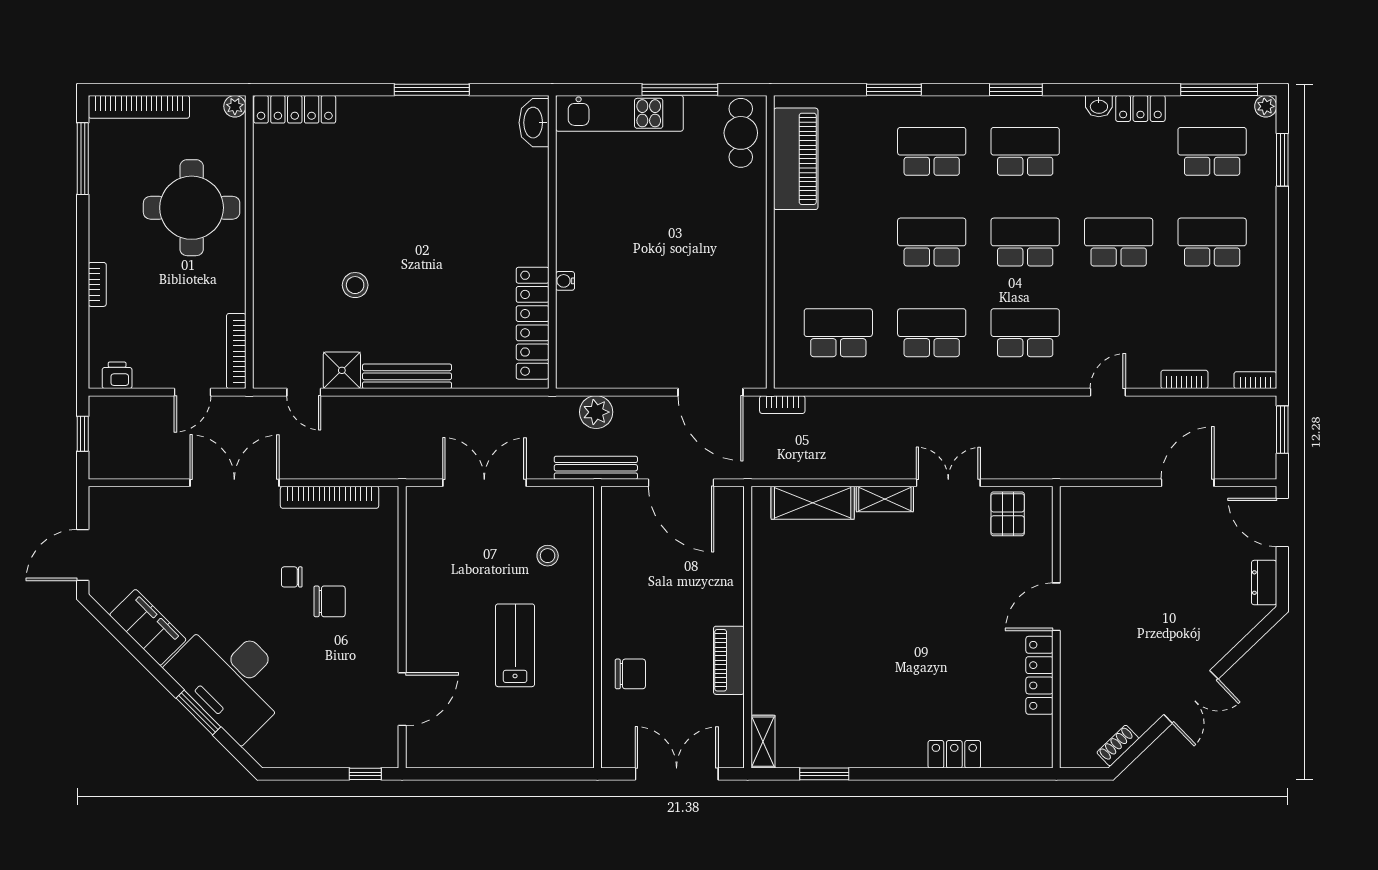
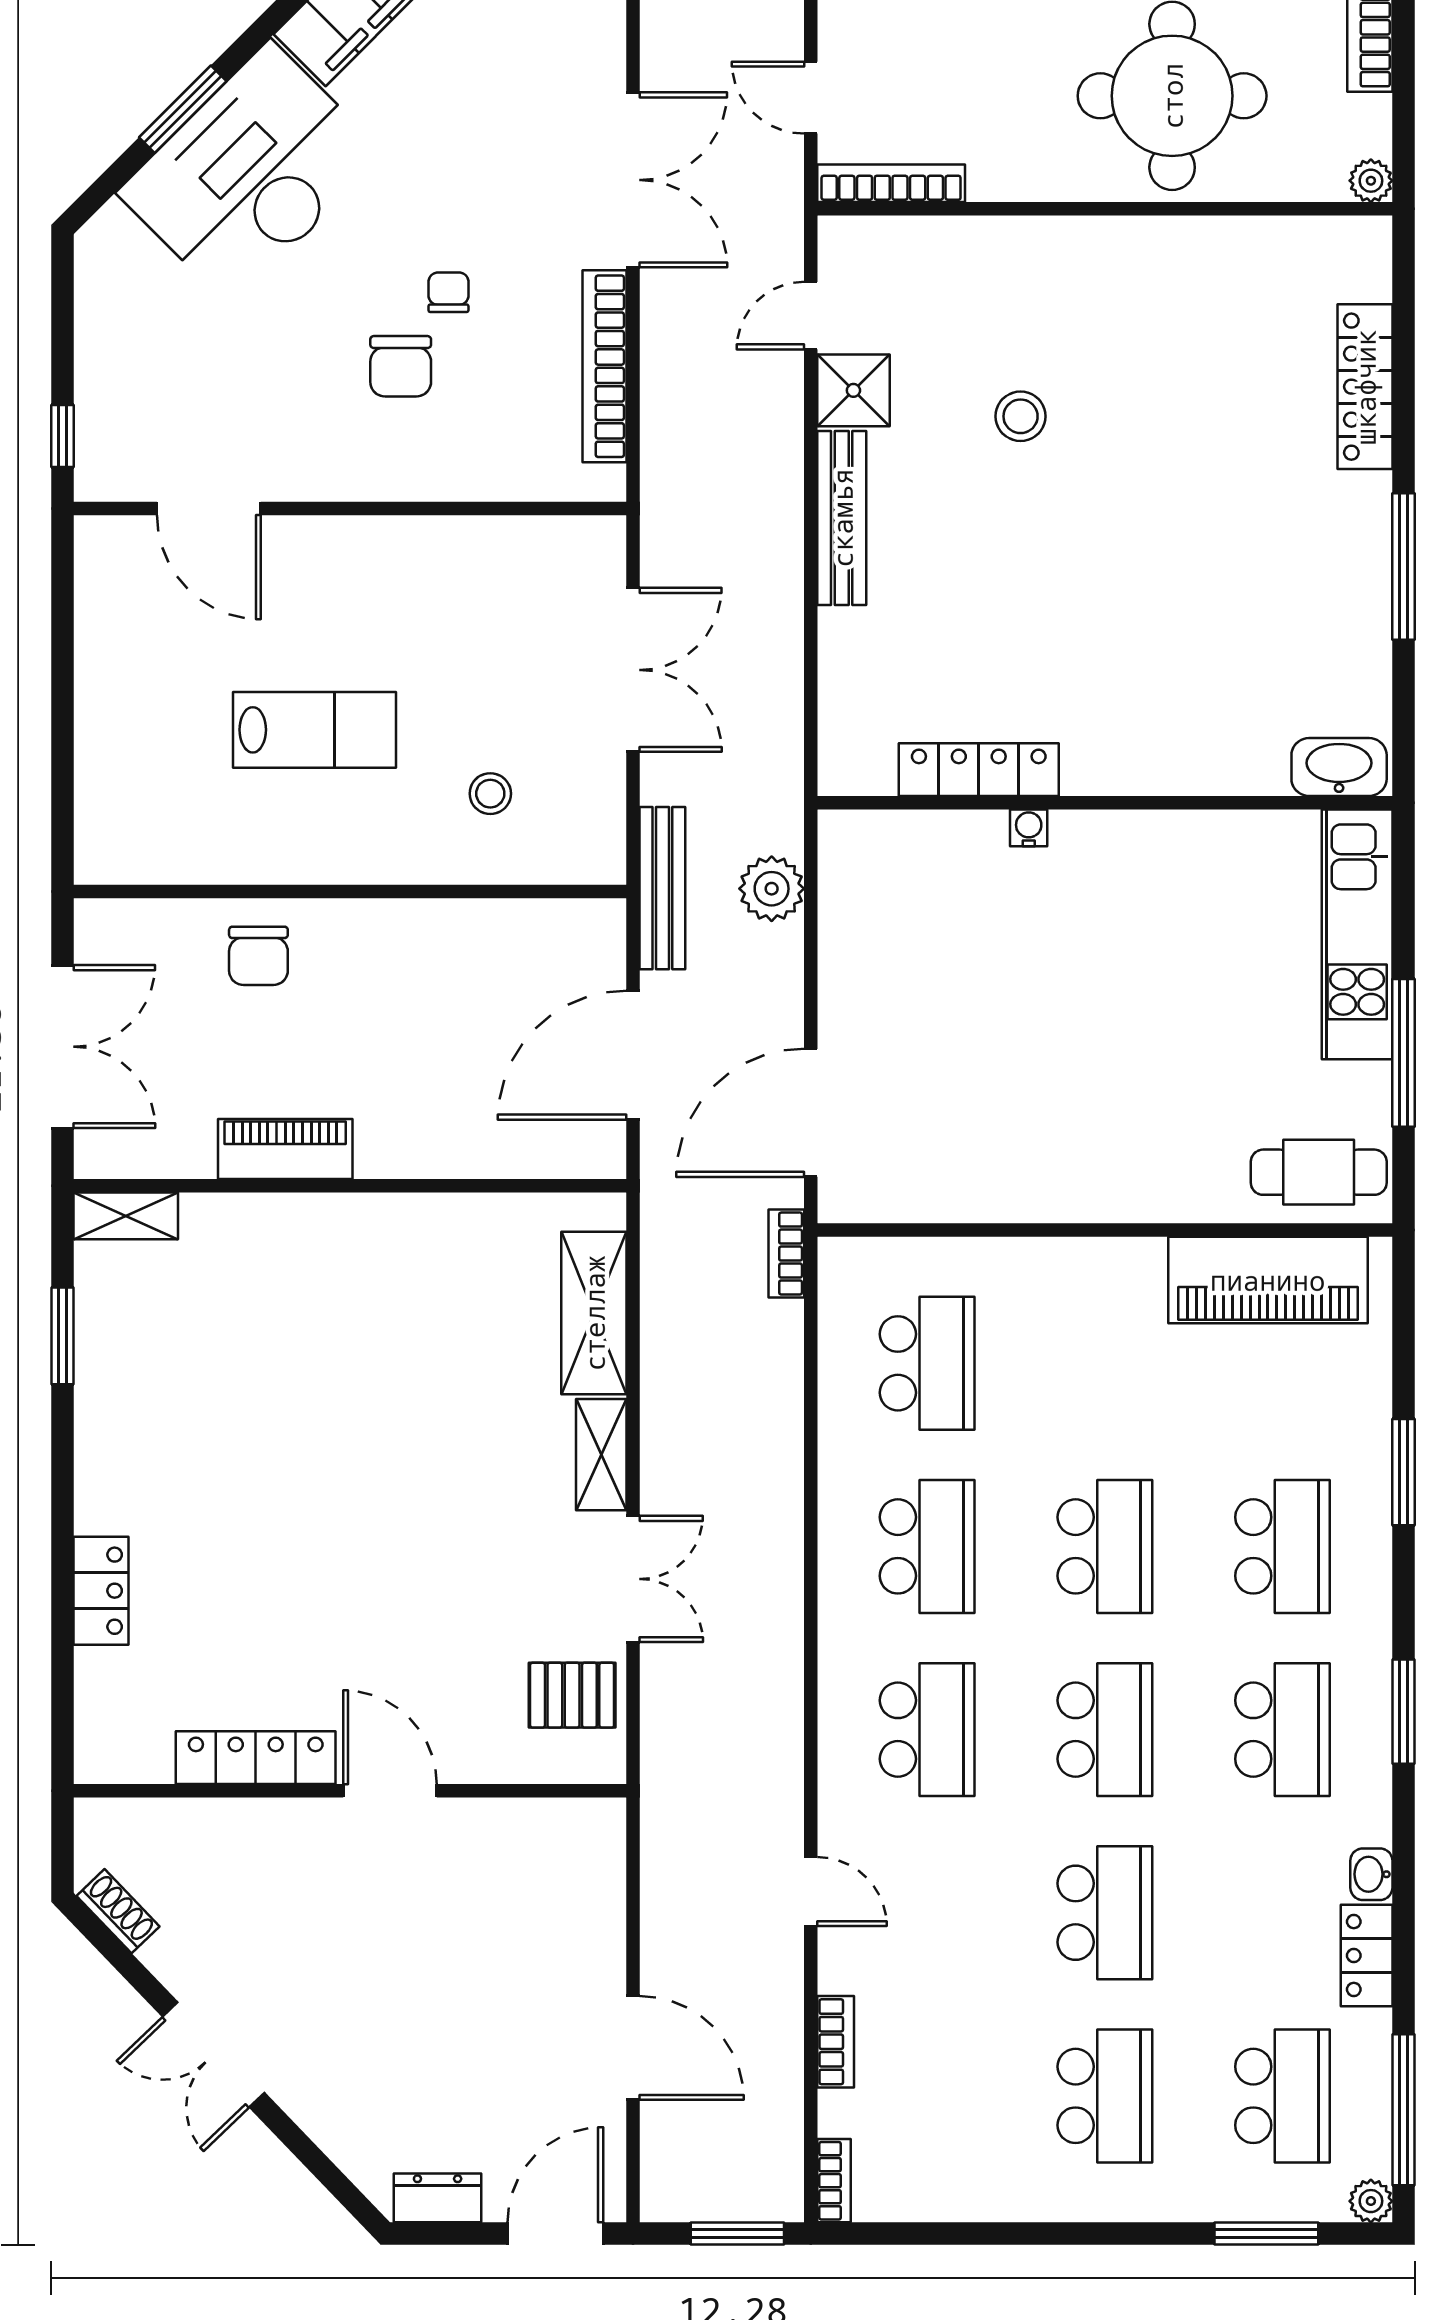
locker: (295, 109) -> (1365, 387), moved
locker: (533, 323) -> (979, 770), width x0.71, depth x0.83

